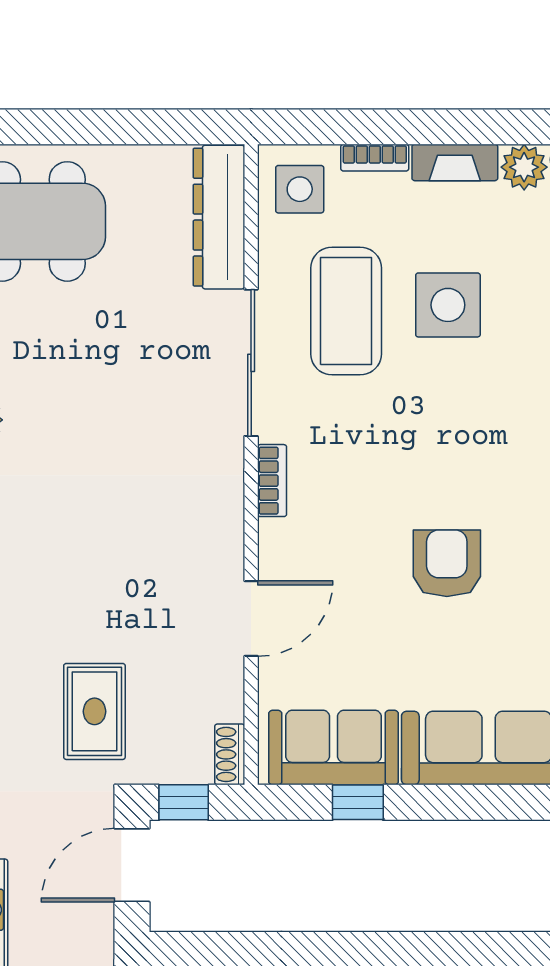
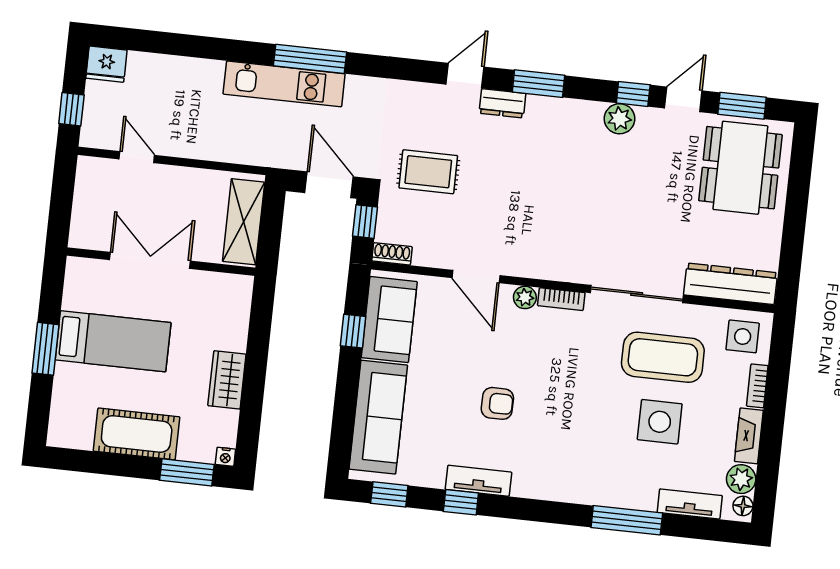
plant: (275, 538) -> (525, 297), added
armchair: (447, 563) -> (497, 403), width x0.72, depth x0.72

